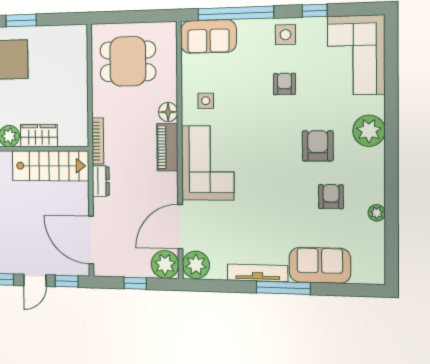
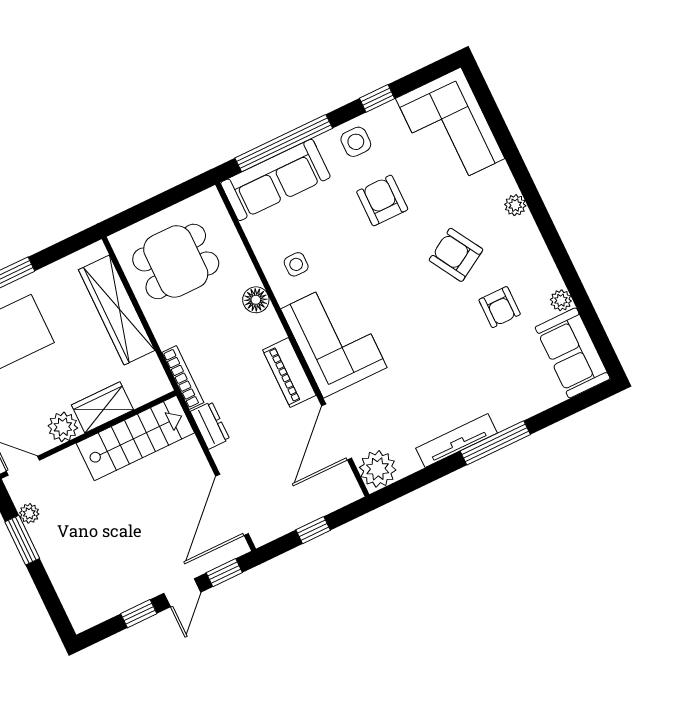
sofa: (208, 37) -> (275, 180), width x1.36
wardrobe: (76, 76) -> (117, 310), added
armchair: (284, 84) -> (382, 200), width x1.38, depth x1.38
plant: (369, 131) -> (515, 205), width x0.53, depth x0.53
armchair: (318, 146) -> (456, 255), turned -31
piano: (167, 147) -> (289, 373), moved
armchair: (331, 197) -> (500, 307), turned 180
door: (91, 240) -> (232, 505), hinge flipped
plant: (165, 264) -> (339, 488), removed
sofa: (320, 265) -> (573, 353), moved, turned -90

